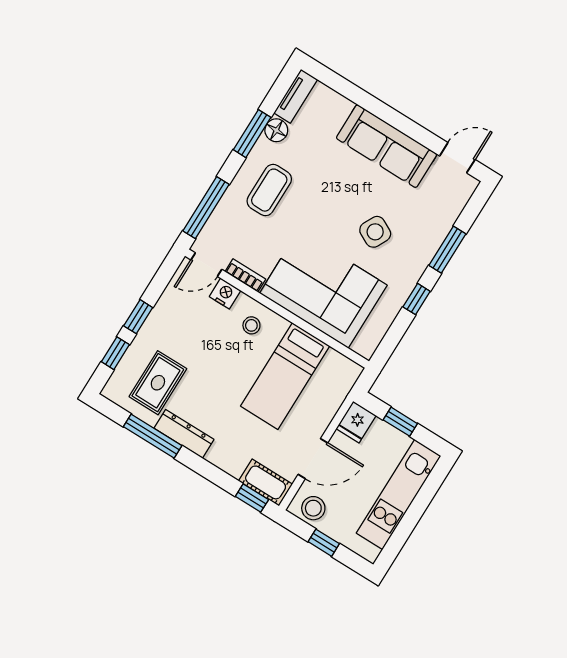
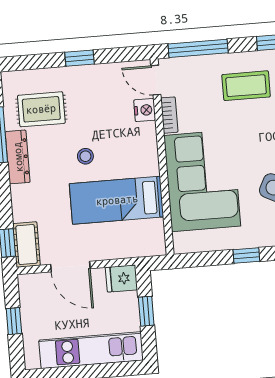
stool: (251, 325) -> (85, 156), moved
window: (115, 353) -> (40, 61), removed
stool: (313, 508) -> (34, 294), removed

